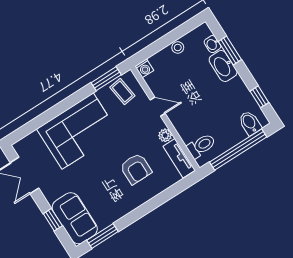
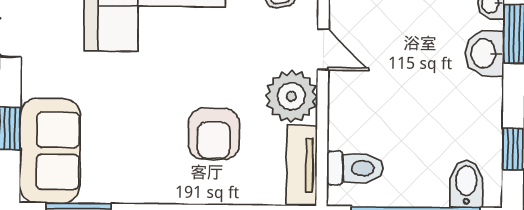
washbasin: (223, 66) -> (485, 53), width x0.72
plant: (165, 135) -> (291, 96), width x1.87, depth x1.87

